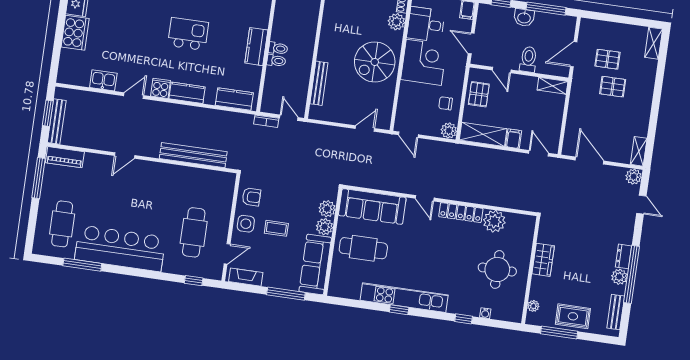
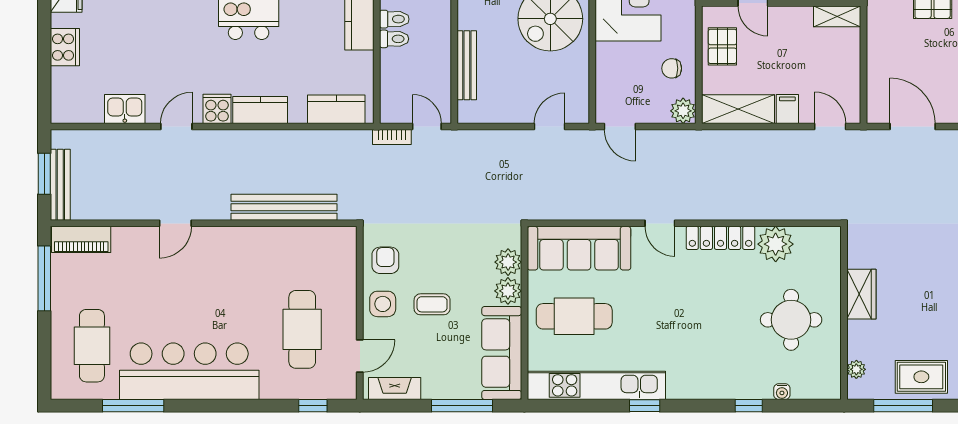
cooker: (75, 33) -> (65, 47), width x0.73, depth x0.76
armchair: (251, 197) -> (385, 260), turned -90
kitchen unit: (404, 298) -> (596, 385), moved

